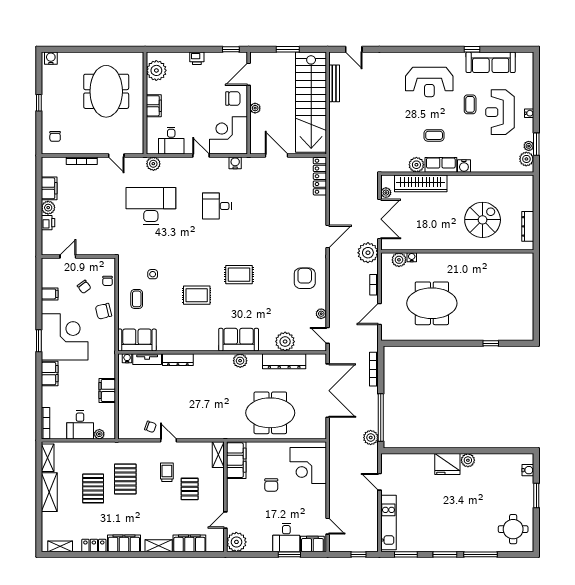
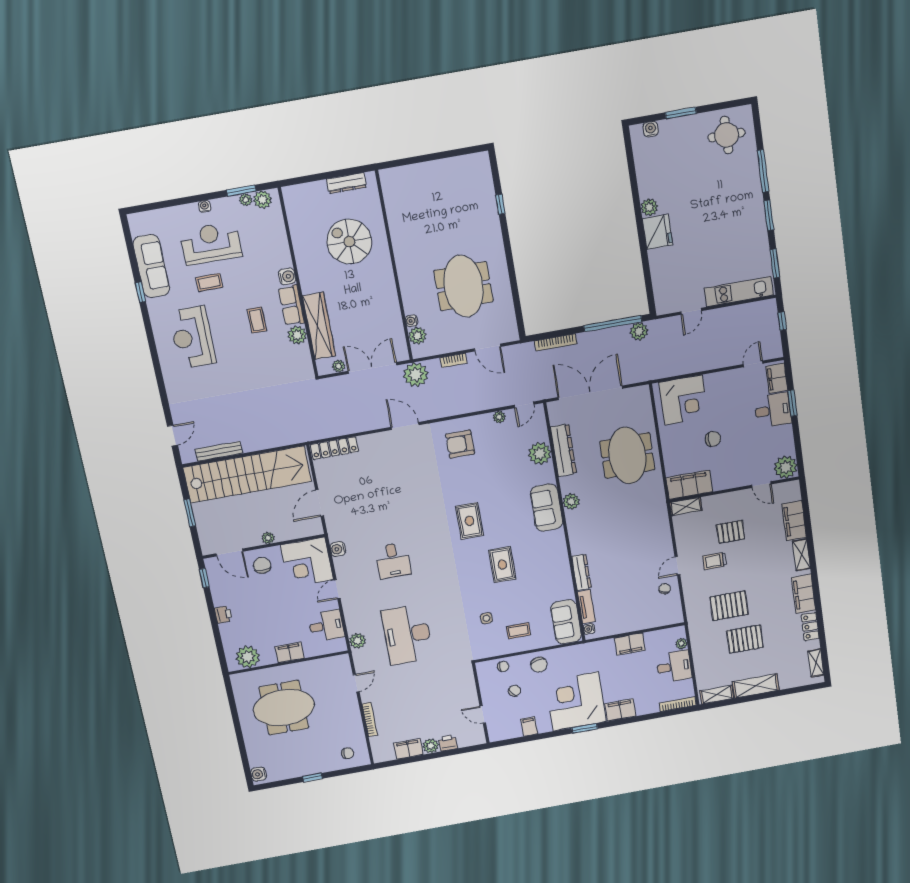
reception desk: (429, 82) -> (192, 337), turned 180
reception desk: (500, 112) -> (211, 243), turned 180

